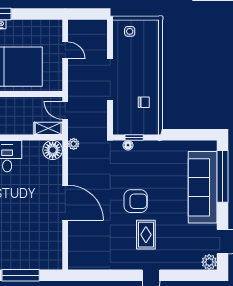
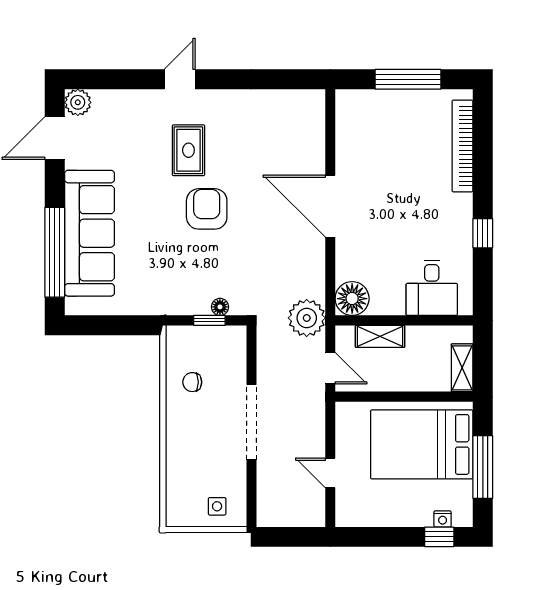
shelving: (48, 128) -> (380, 336), moved
plant: (74, 144) -> (307, 318), width x1.87, depth x1.87
armchair: (136, 201) -> (207, 209), turned 90

